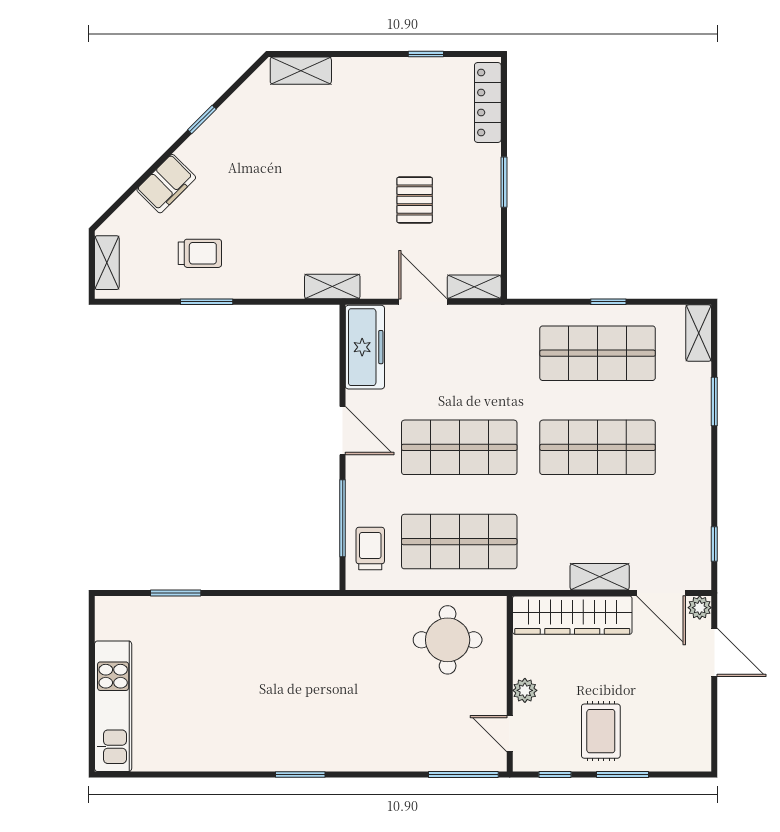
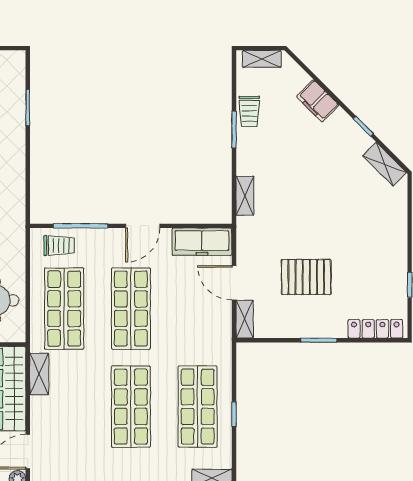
shelving: (301, 71) -> (385, 164), moved, turned -45
pallet: (415, 200) -> (306, 277), width x1.50, depth x1.42
trolley: (200, 253) -> (249, 111), moved
shelving: (332, 287) -> (245, 196), moved
door: (423, 302) -> (234, 283), swing flipped
shelving: (600, 577) -> (39, 374), moved

